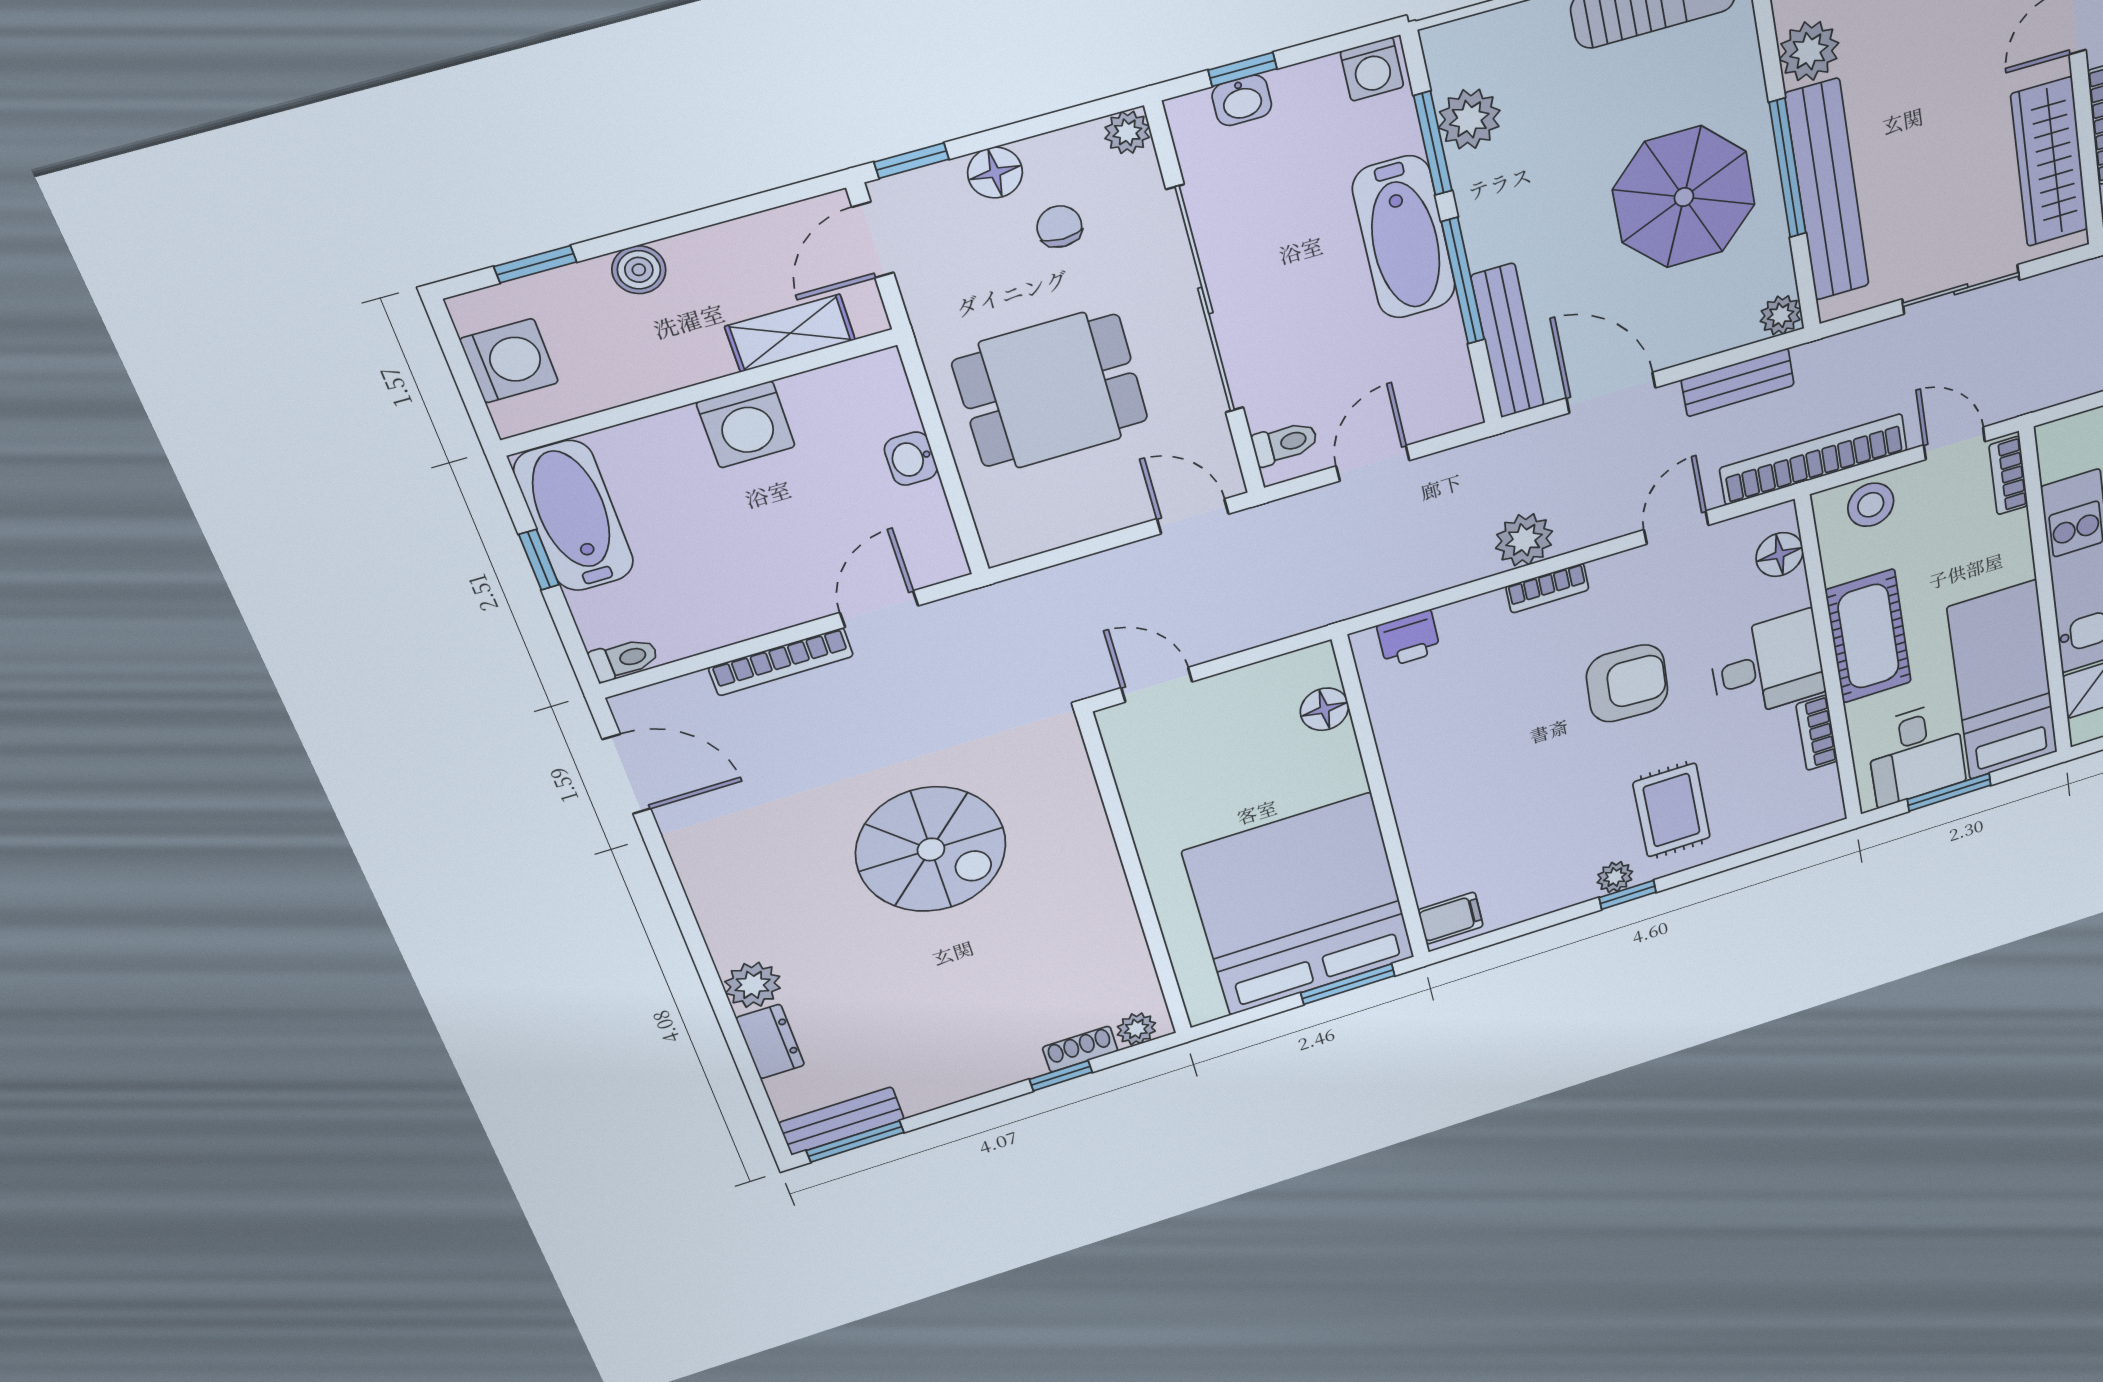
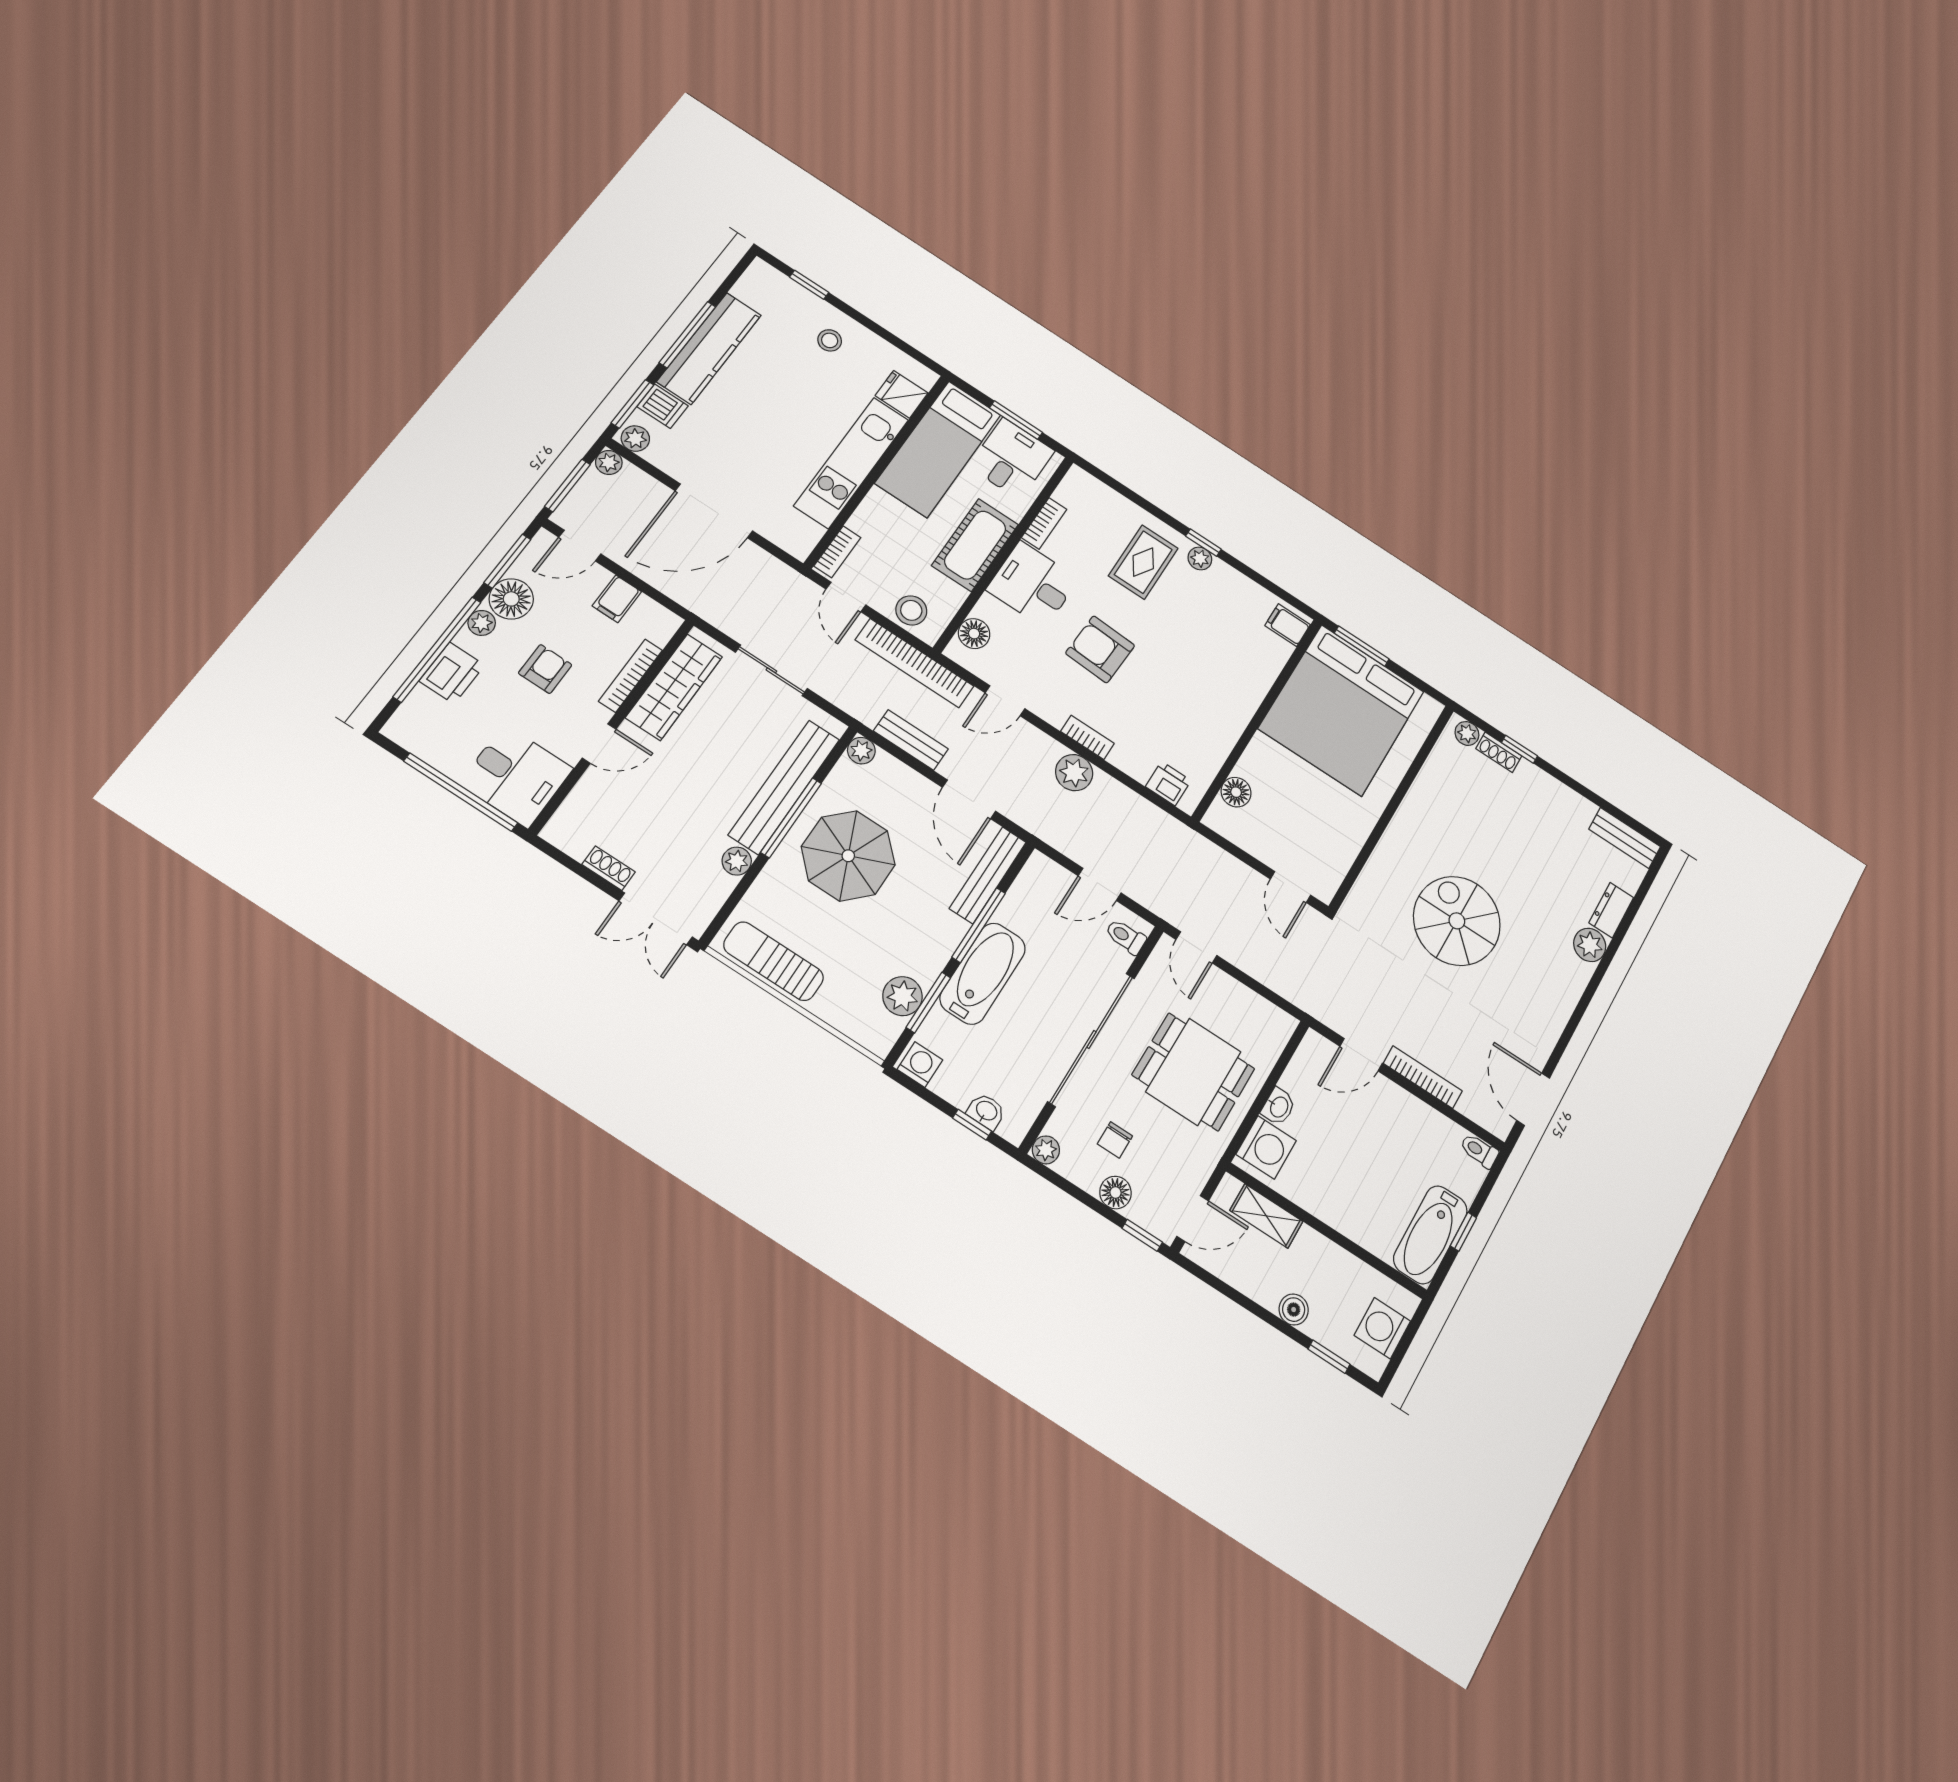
plant: (1809, 51) -> (737, 861), width x0.73, depth x0.73
washing machine: (746, 425) -> (1266, 1147), moved, turned 90
window: (855, 1141) -> (1630, 821), removed

